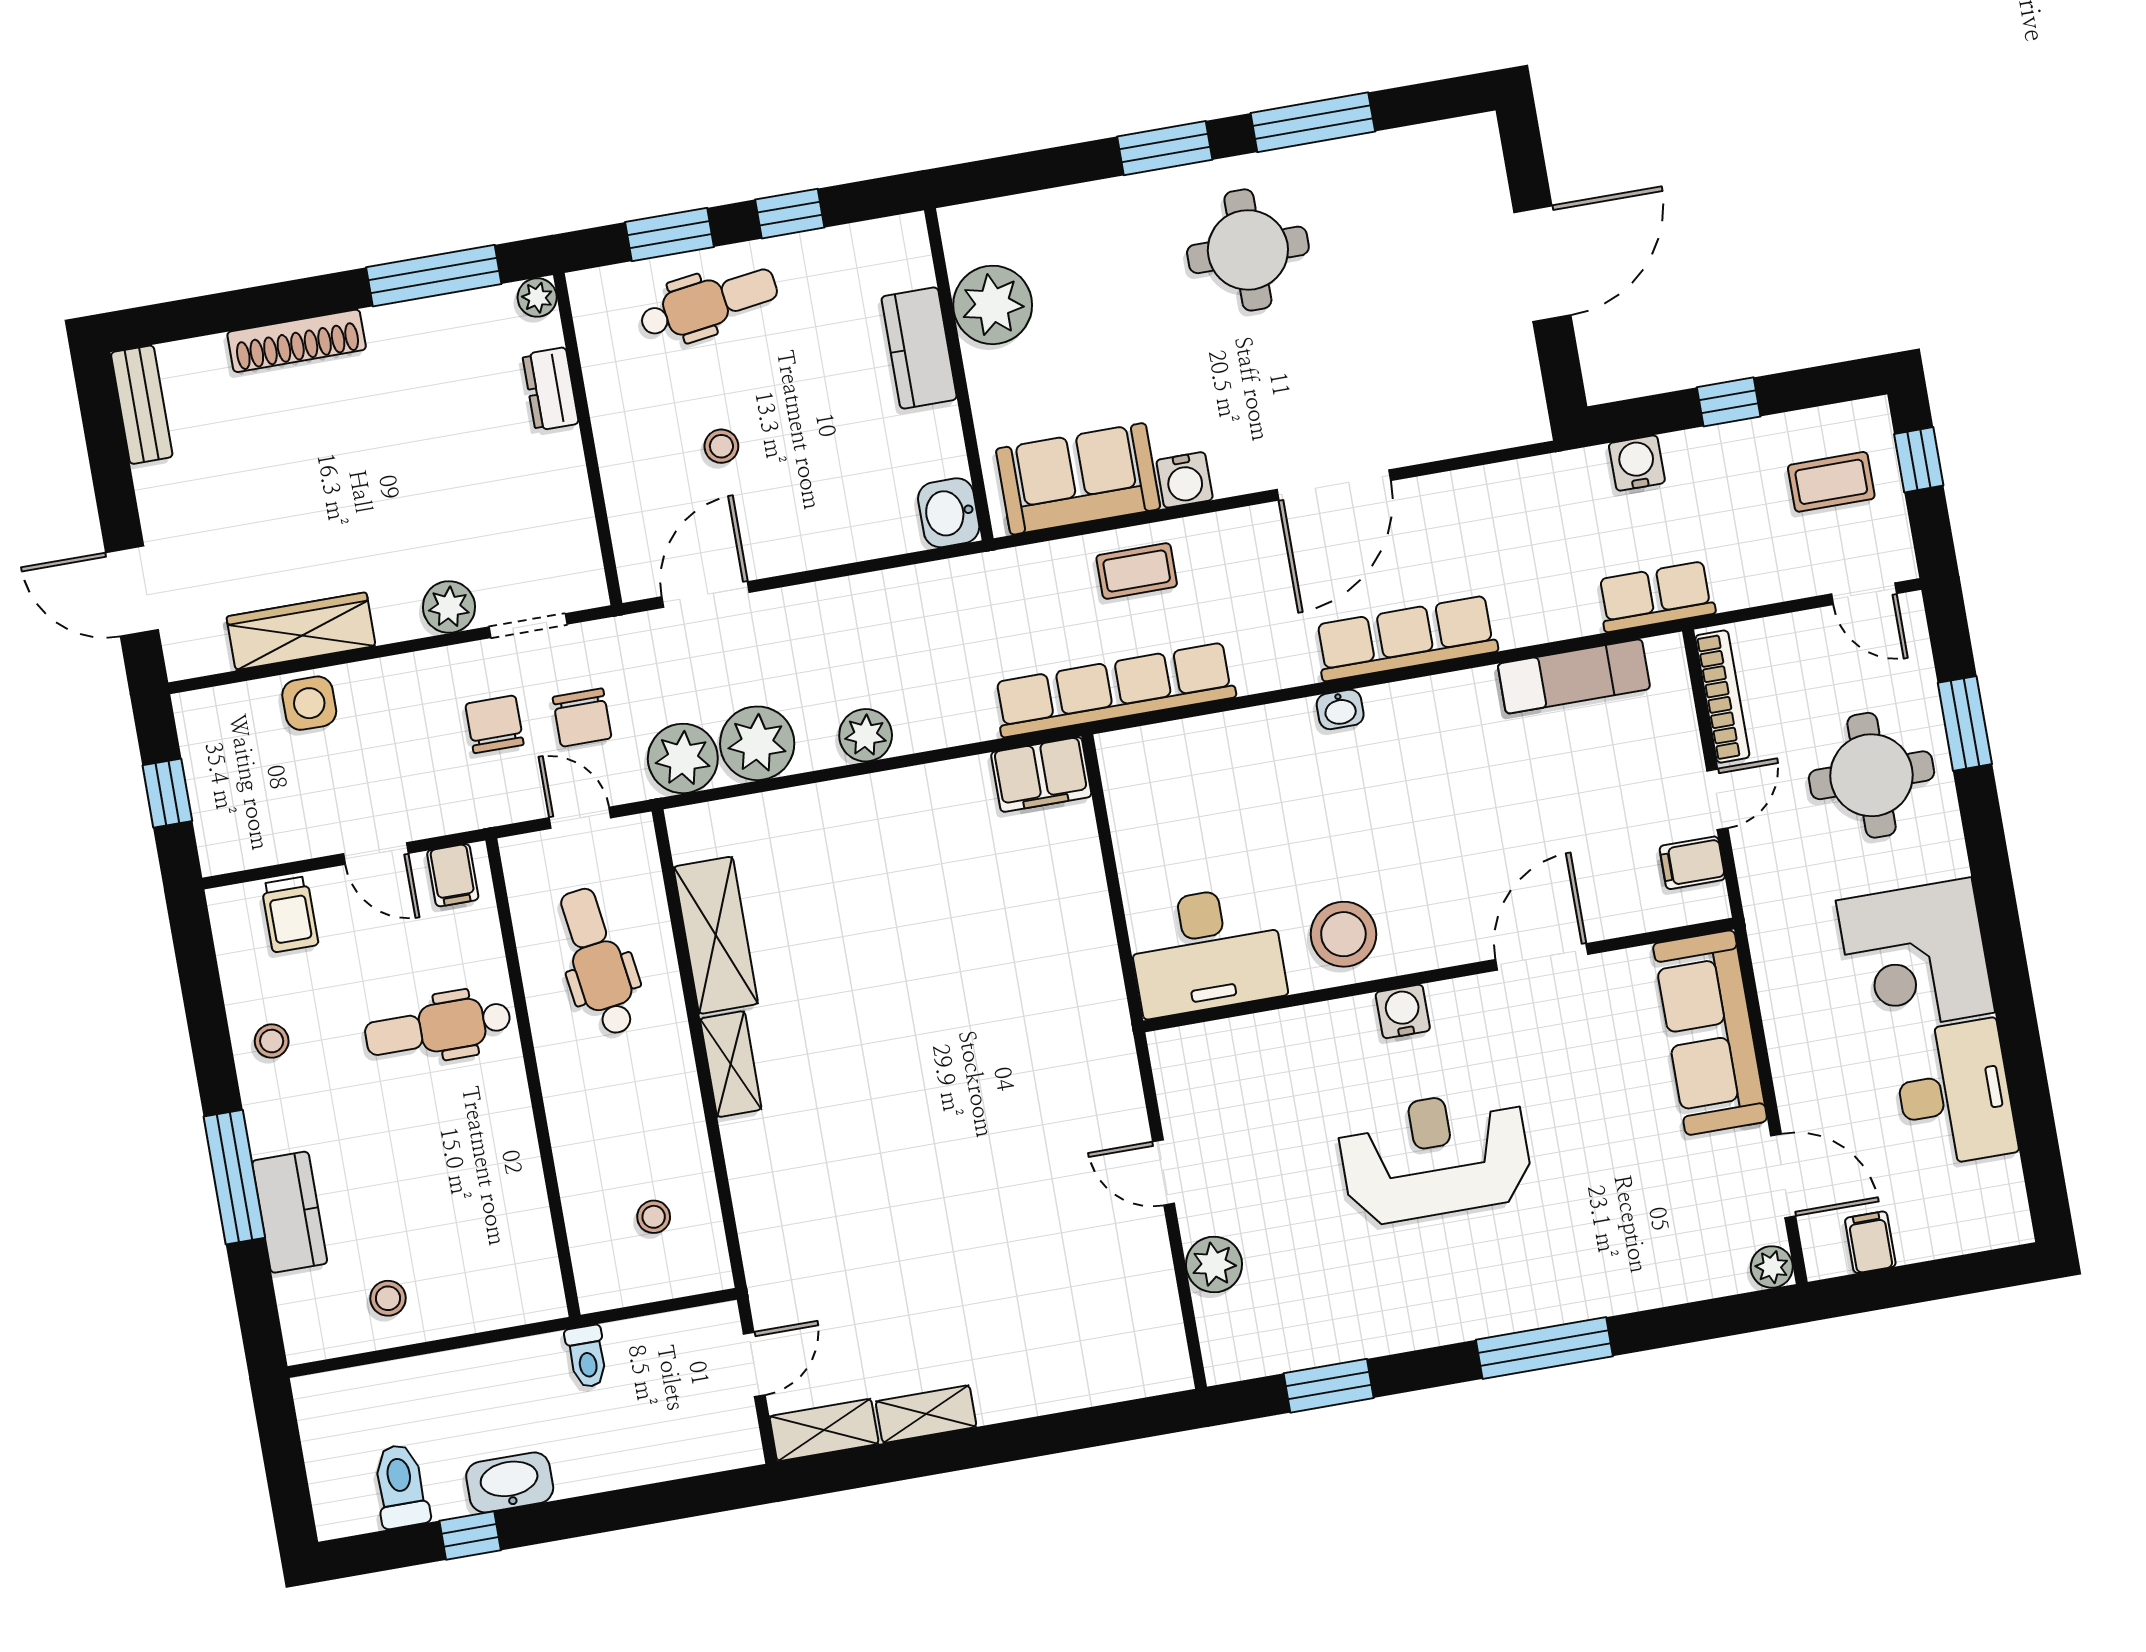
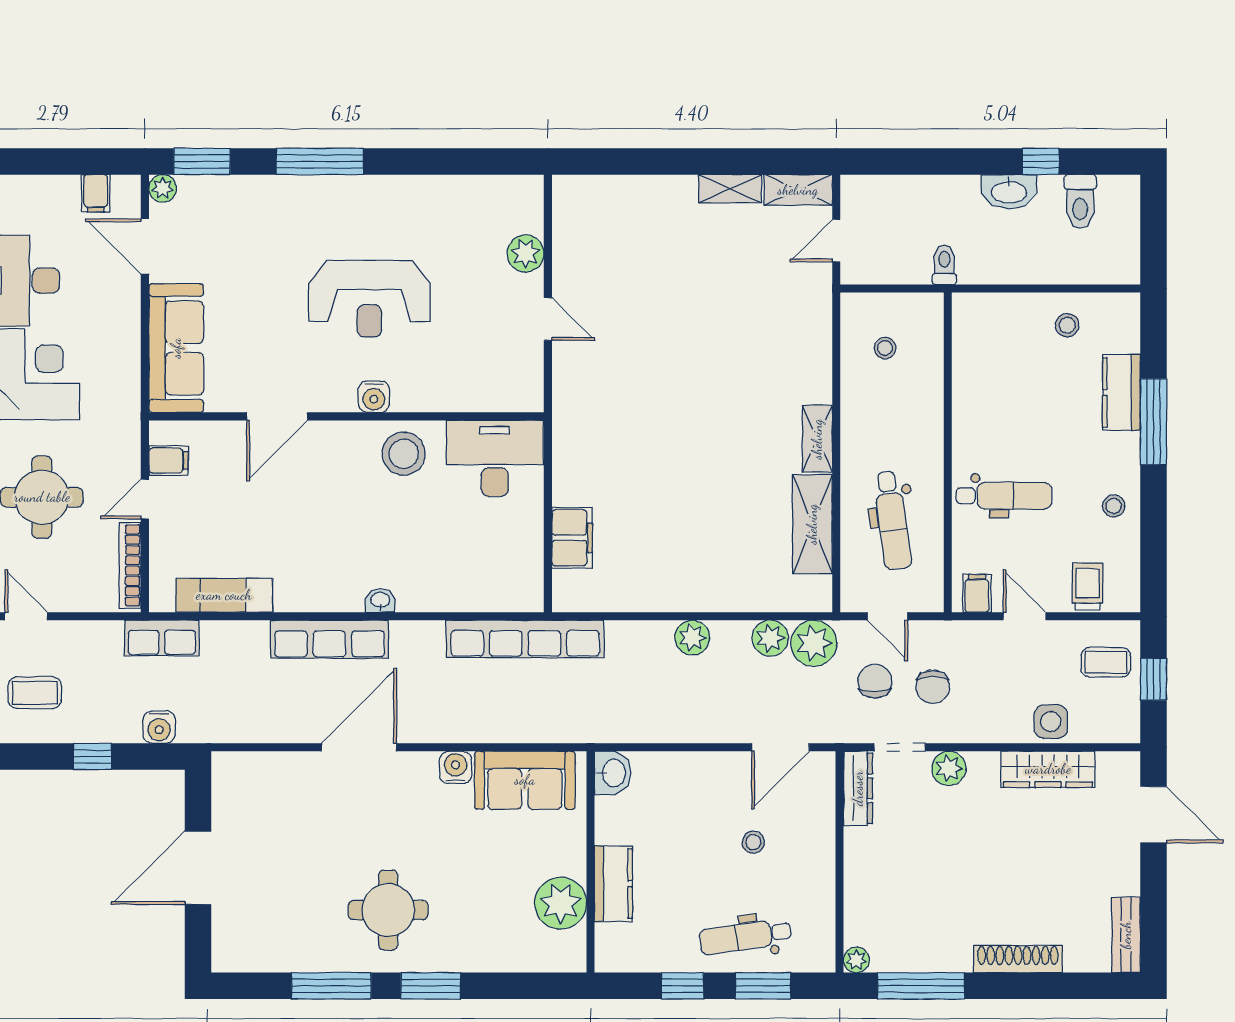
dresser: (551, 389) -> (858, 788), moved, width x1.44
coffee table: (1137, 571) -> (1106, 662), moved
plant: (757, 743) -> (770, 638), width x0.73, depth x0.73
filing cabinet: (1041, 775) -> (572, 538), moved, turned 90
window: (1329, 1386) -> (202, 161), moved

